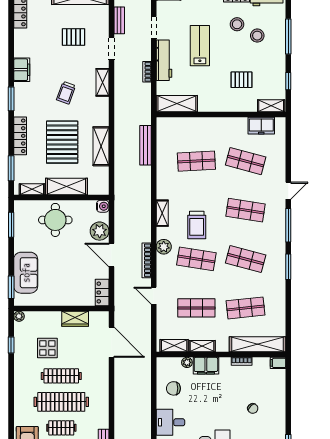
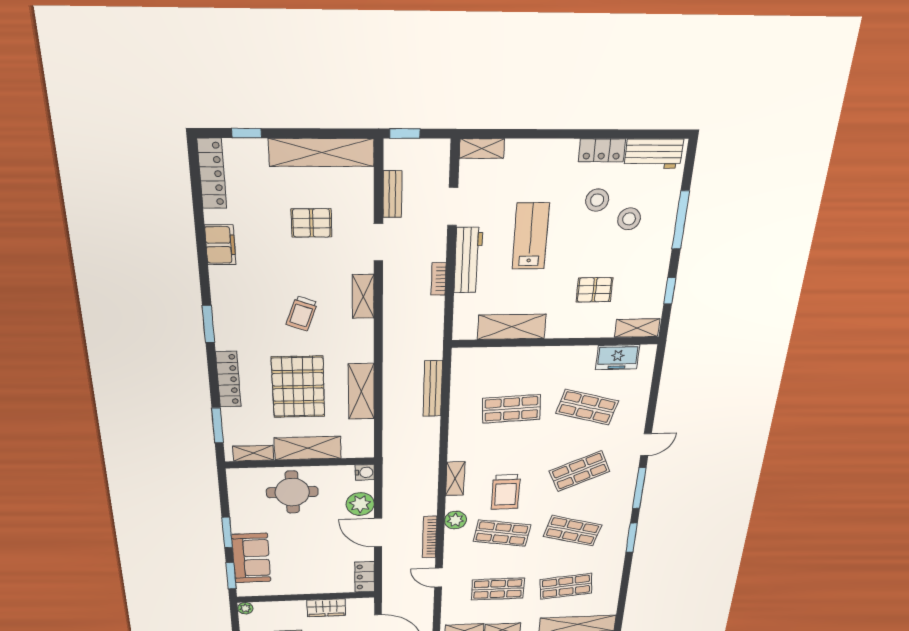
filing cabinet: (22, 70) -> (220, 245), moved
shelving: (177, 104) -> (512, 327), moved
shop shelf: (246, 210) -> (580, 471), turned -33
window: (11, 225) -> (227, 532), moved

